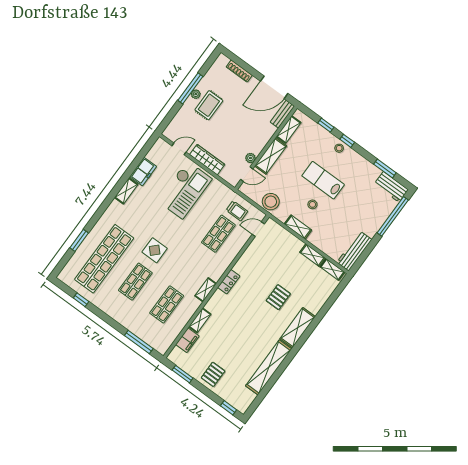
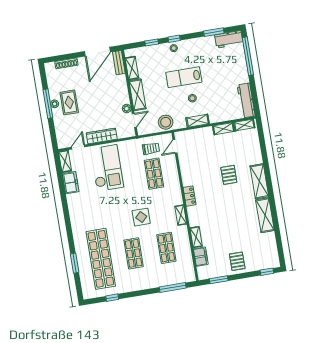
shelving: (126, 191) -> (65, 161), moved
display table: (155, 250) -> (141, 217), moved
shelving: (269, 367) -> (265, 215), width x0.68

